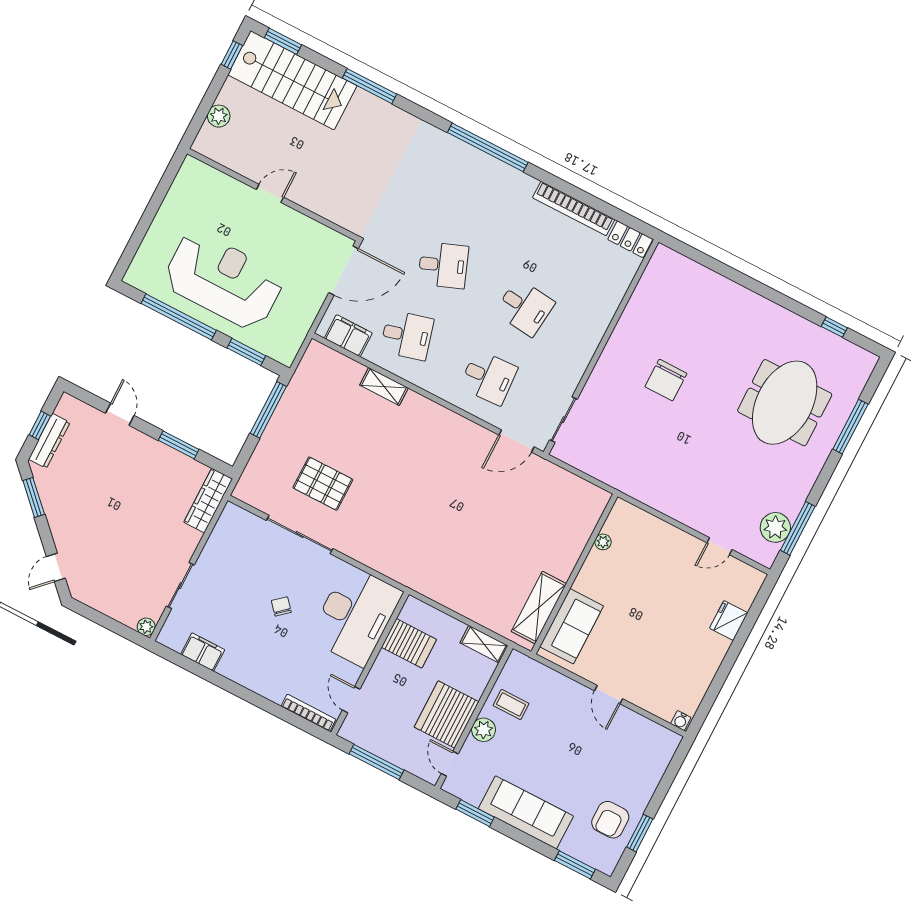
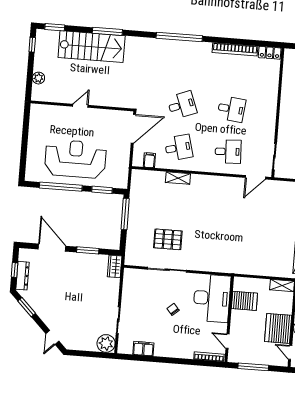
stairs: (292, 80) -> (92, 47), moved
filing cabinet: (348, 336) -> (149, 160), width x0.50
door: (120, 414) -> (52, 248), width x1.88
wardrobe: (208, 501) -> (115, 266), width x0.67
plant: (146, 627) -> (106, 343), width x1.88, depth x1.88

